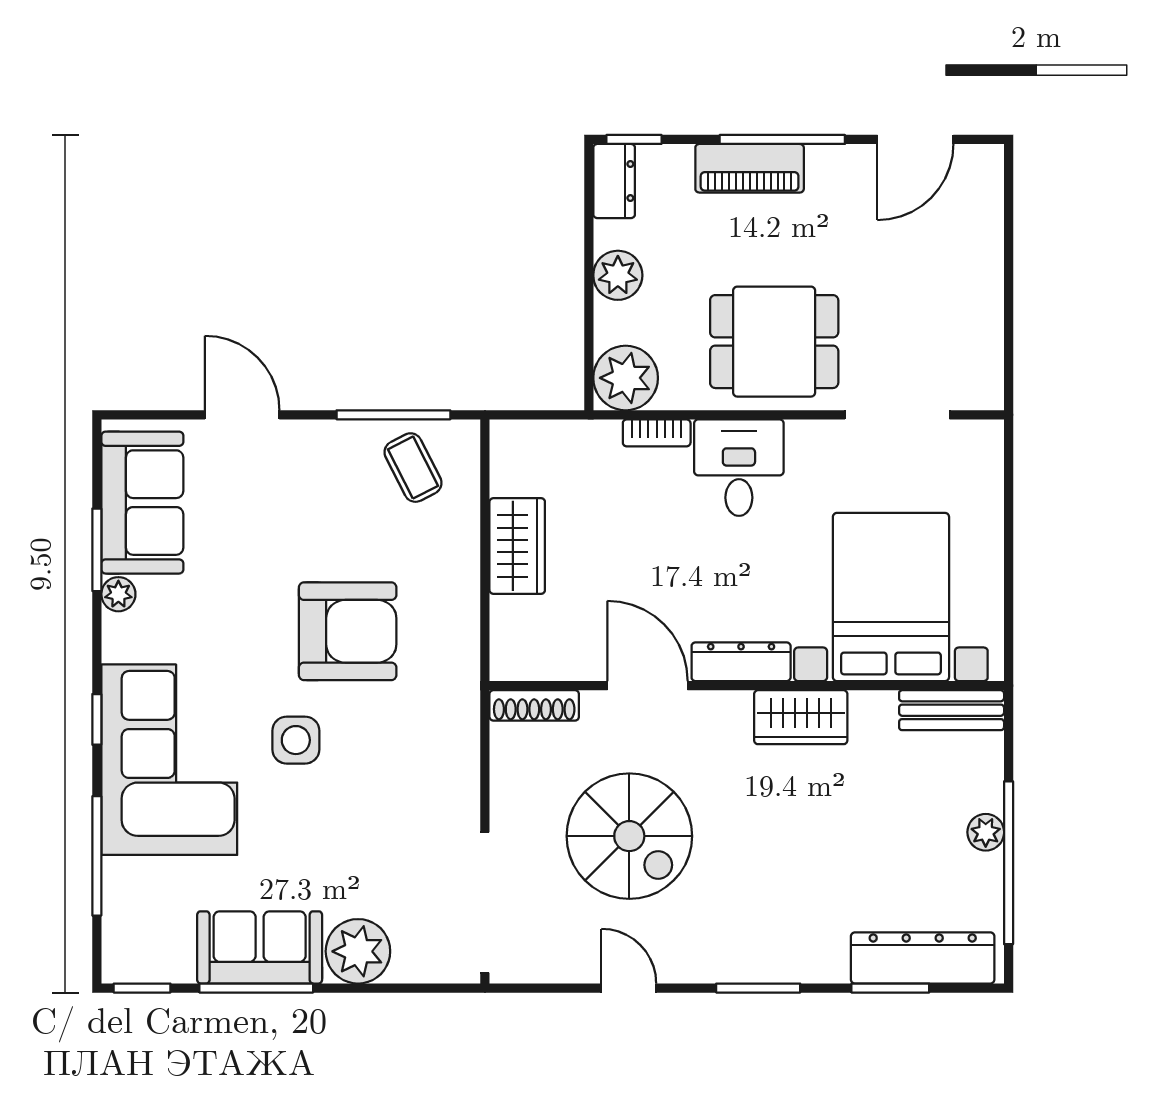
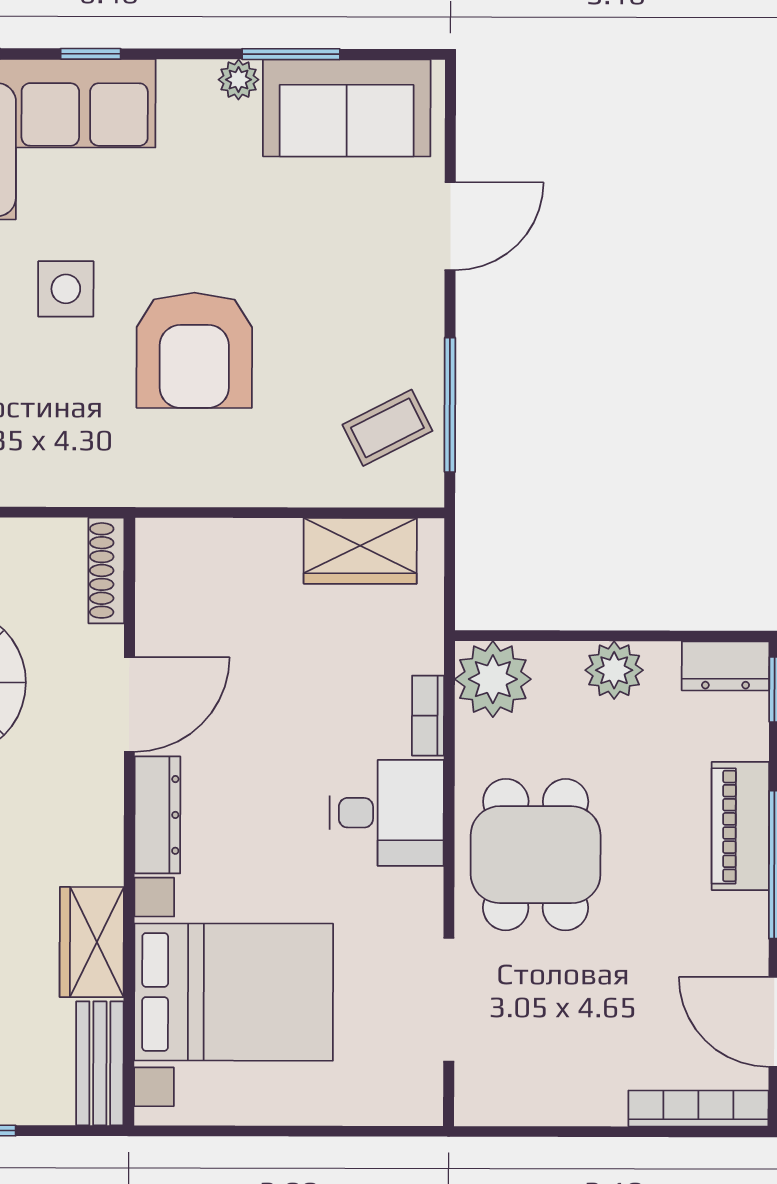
bookcase: (989, 203) -> (698, 1109), added
wardrobe: (517, 546) -> (360, 551), moved
wardrobe: (801, 717) -> (92, 942), moved

